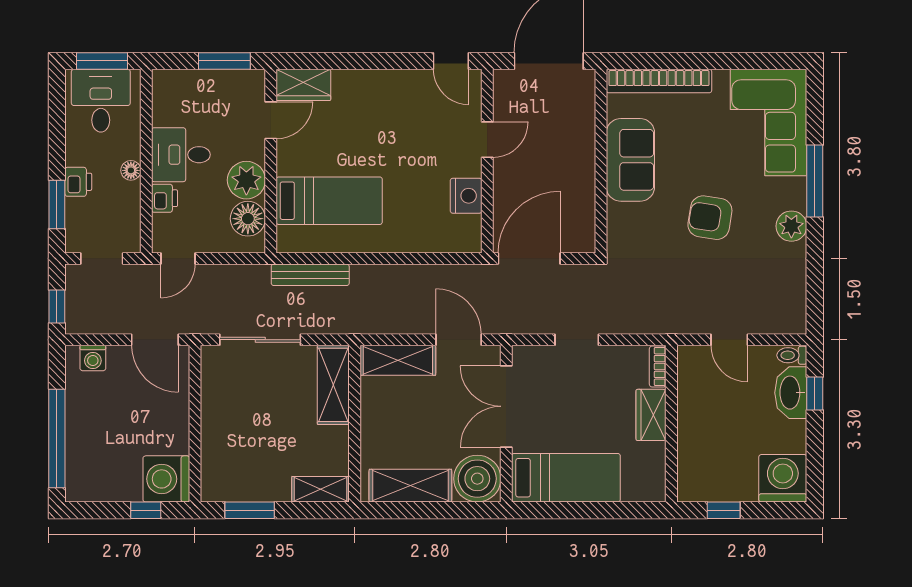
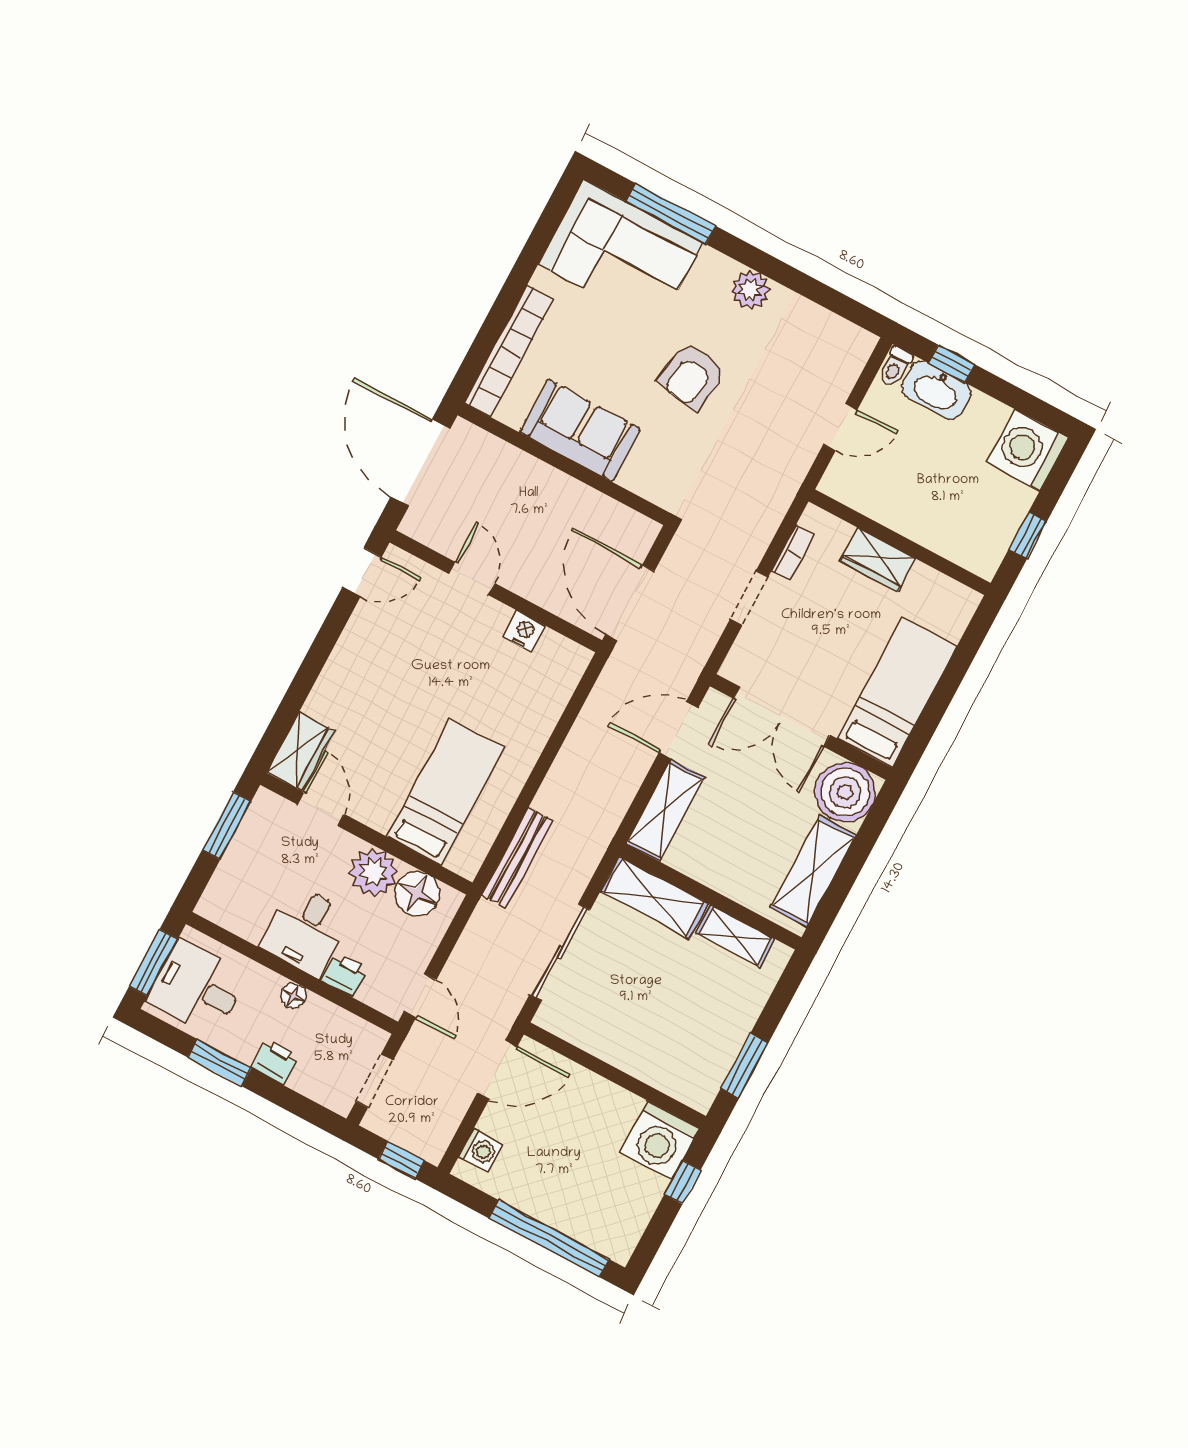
window: (815, 181) -> (671, 214), moved
nightstand: (466, 196) -> (524, 631), width x0.74, depth x0.75
window: (57, 205) -> (220, 1063), moved
bookcase: (658, 366) -> (793, 553), moved, turned -90
shelving: (321, 489) -> (735, 936), moved, turned 90

